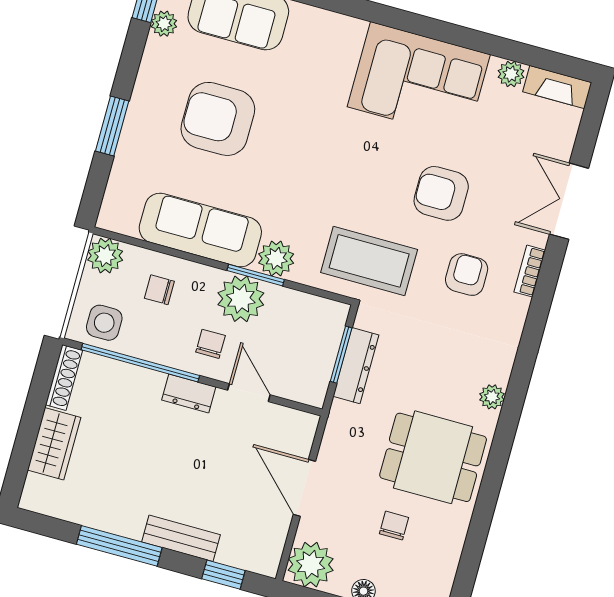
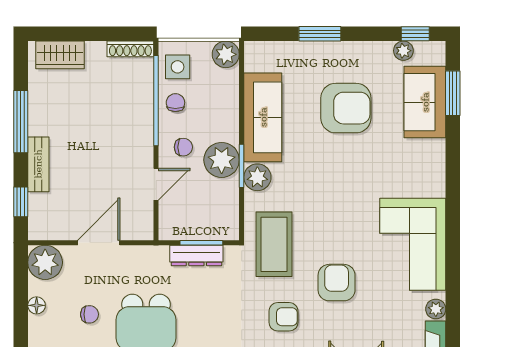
armchair: (218, 119) -> (346, 108), turned 90
chair: (159, 290) -> (175, 103), moved
dresser: (189, 393) -> (144, 141), removed
wardrobe: (54, 444) -> (60, 55), moved

